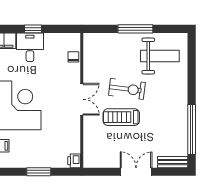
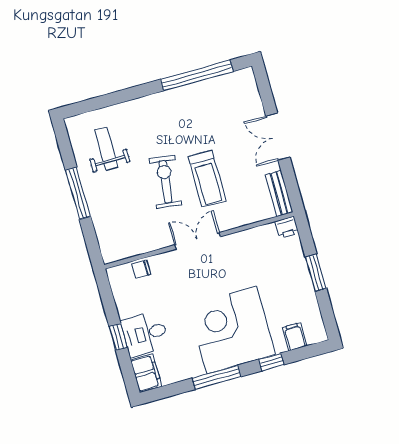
weight bench: (160, 56) -> (106, 148), width x0.73, depth x0.75
bench: (173, 162) -> (279, 193), moved

